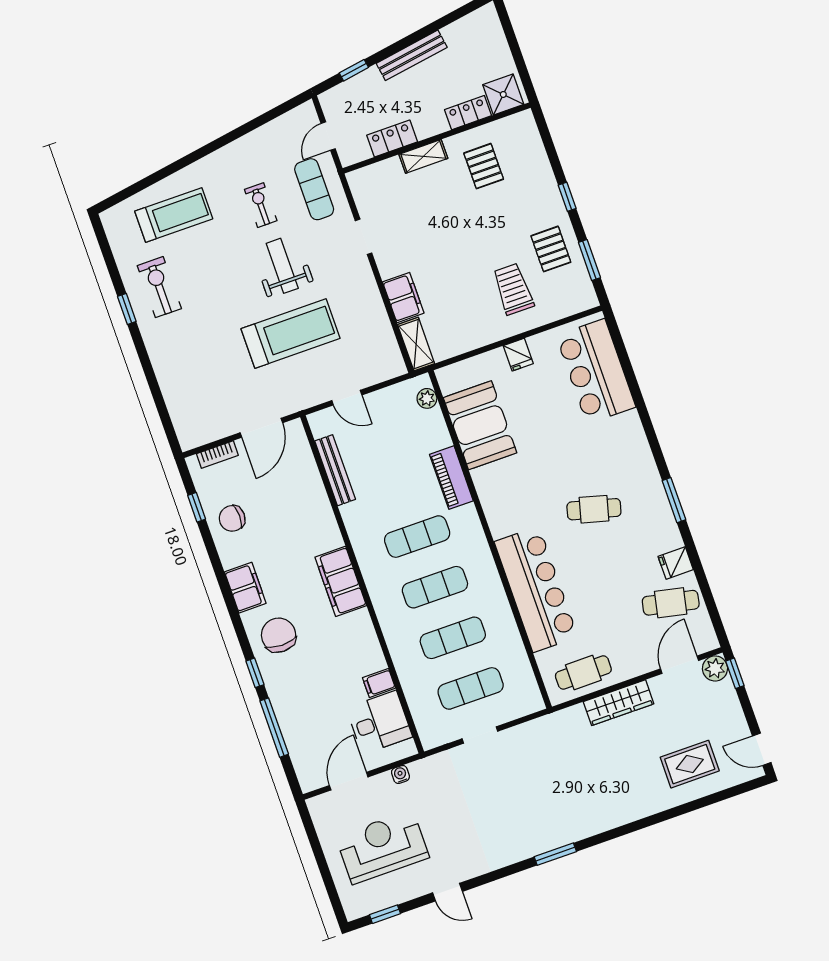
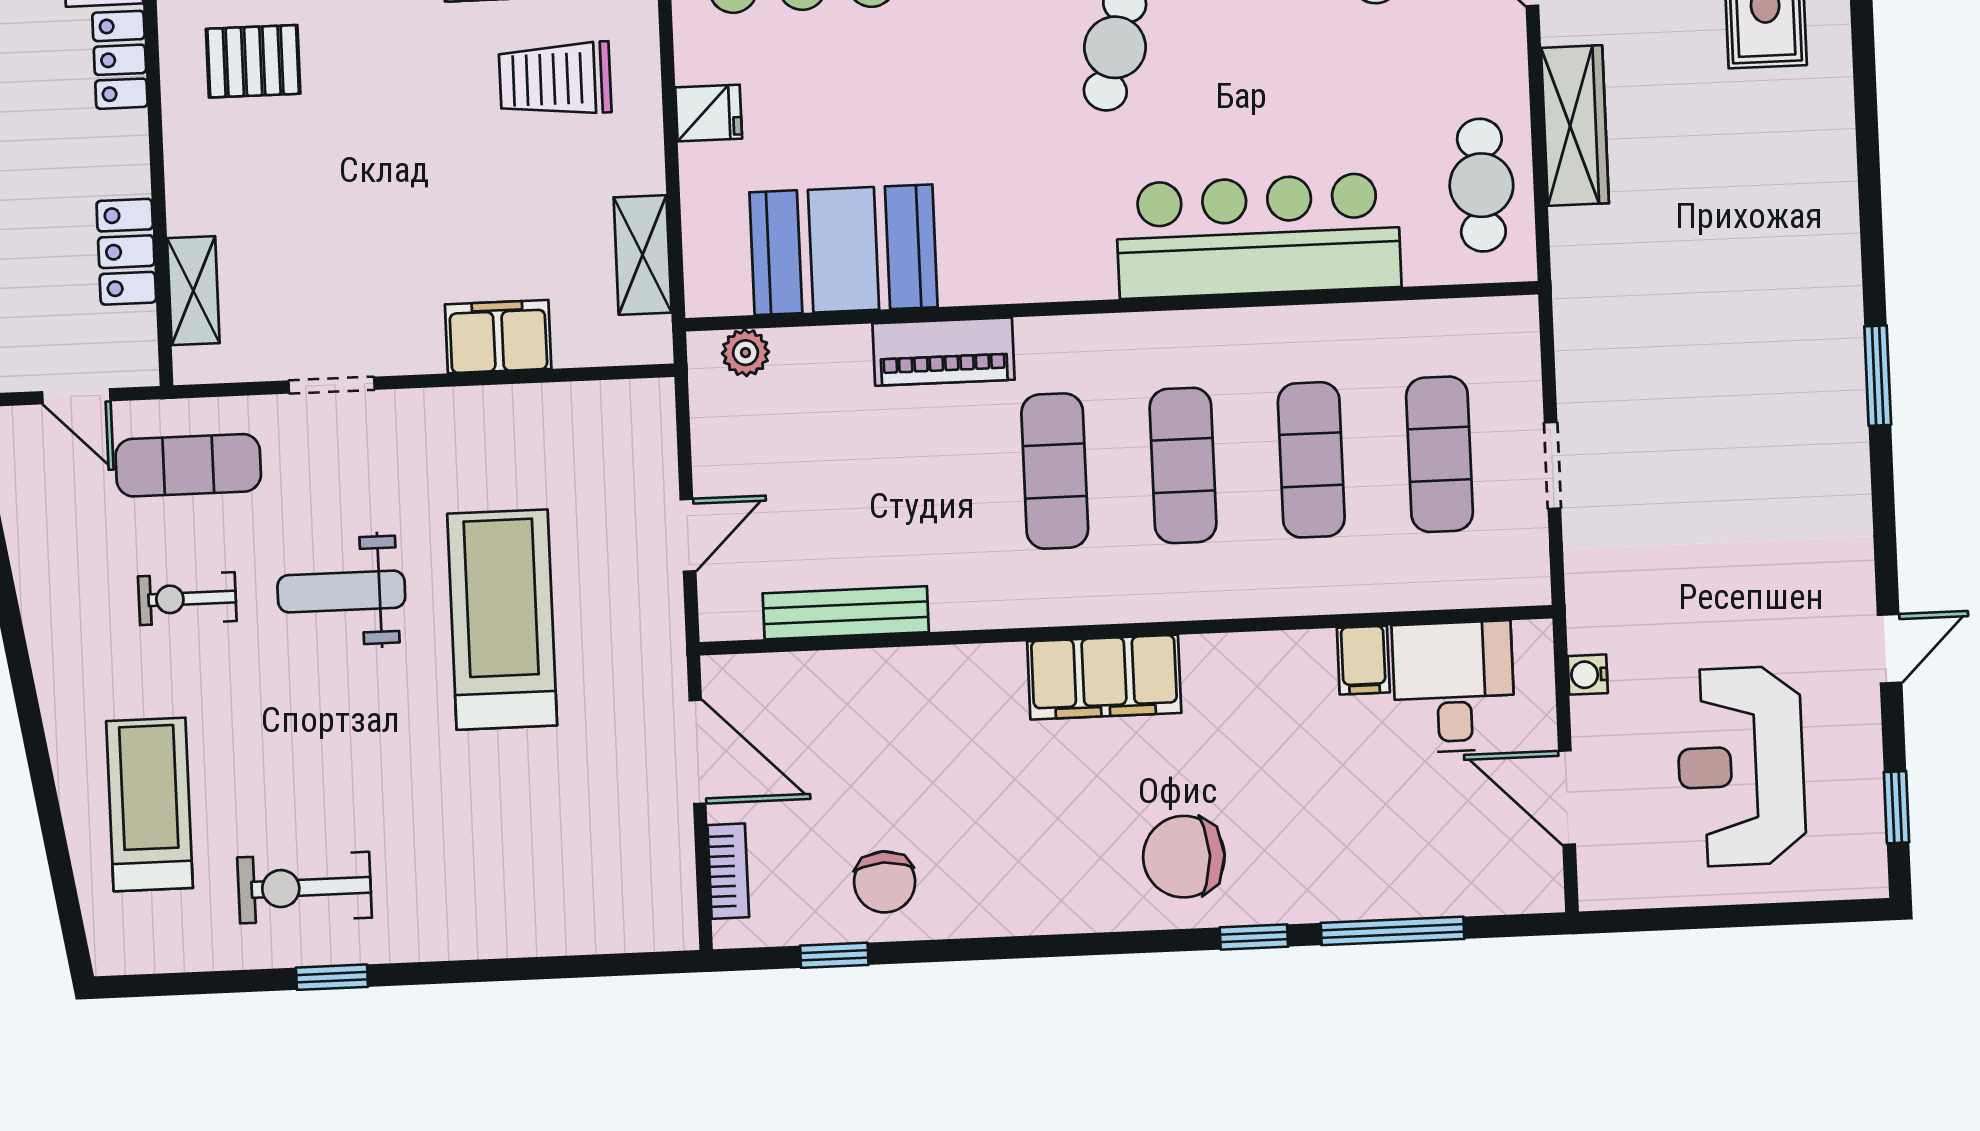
shelving: (423, 156) -> (193, 291), moved
shelving: (416, 344) -> (643, 255), moved, turned 90
filing cabinet: (245, 588) -> (1052, 900), removed

